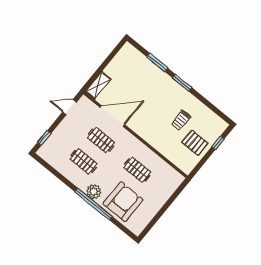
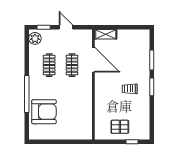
door: (70, 107) -> (66, 27), moved
trolley: (181, 120) -> (130, 89), moved
pallet: (195, 143) -> (120, 127), turned 90
clothes rail: (137, 170) -> (72, 104), removed
plant: (94, 192) -> (35, 38), moved

